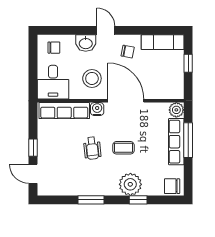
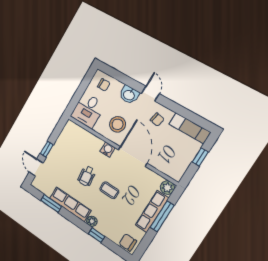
row of seats: (64, 111) -> (70, 204), moved, turned 180
plant: (130, 184) -> (92, 221), width x0.53, depth x0.53
window: (91, 200) -> (51, 203), moved

